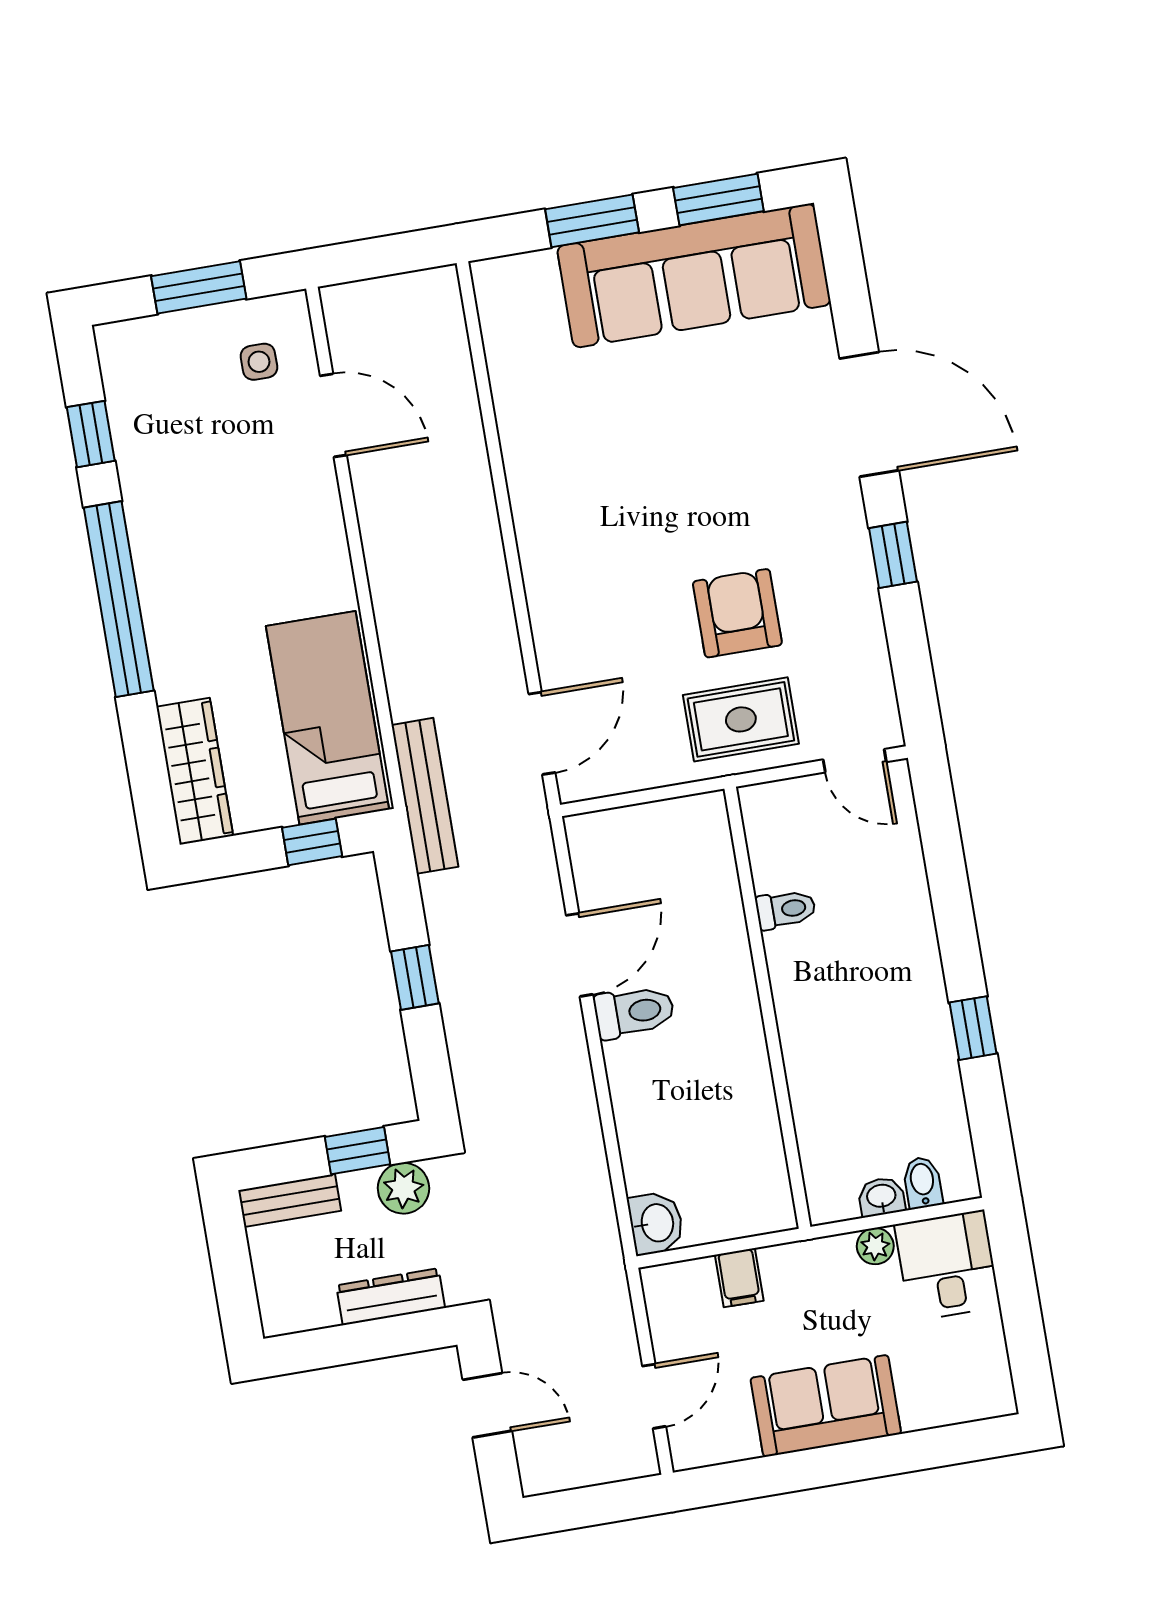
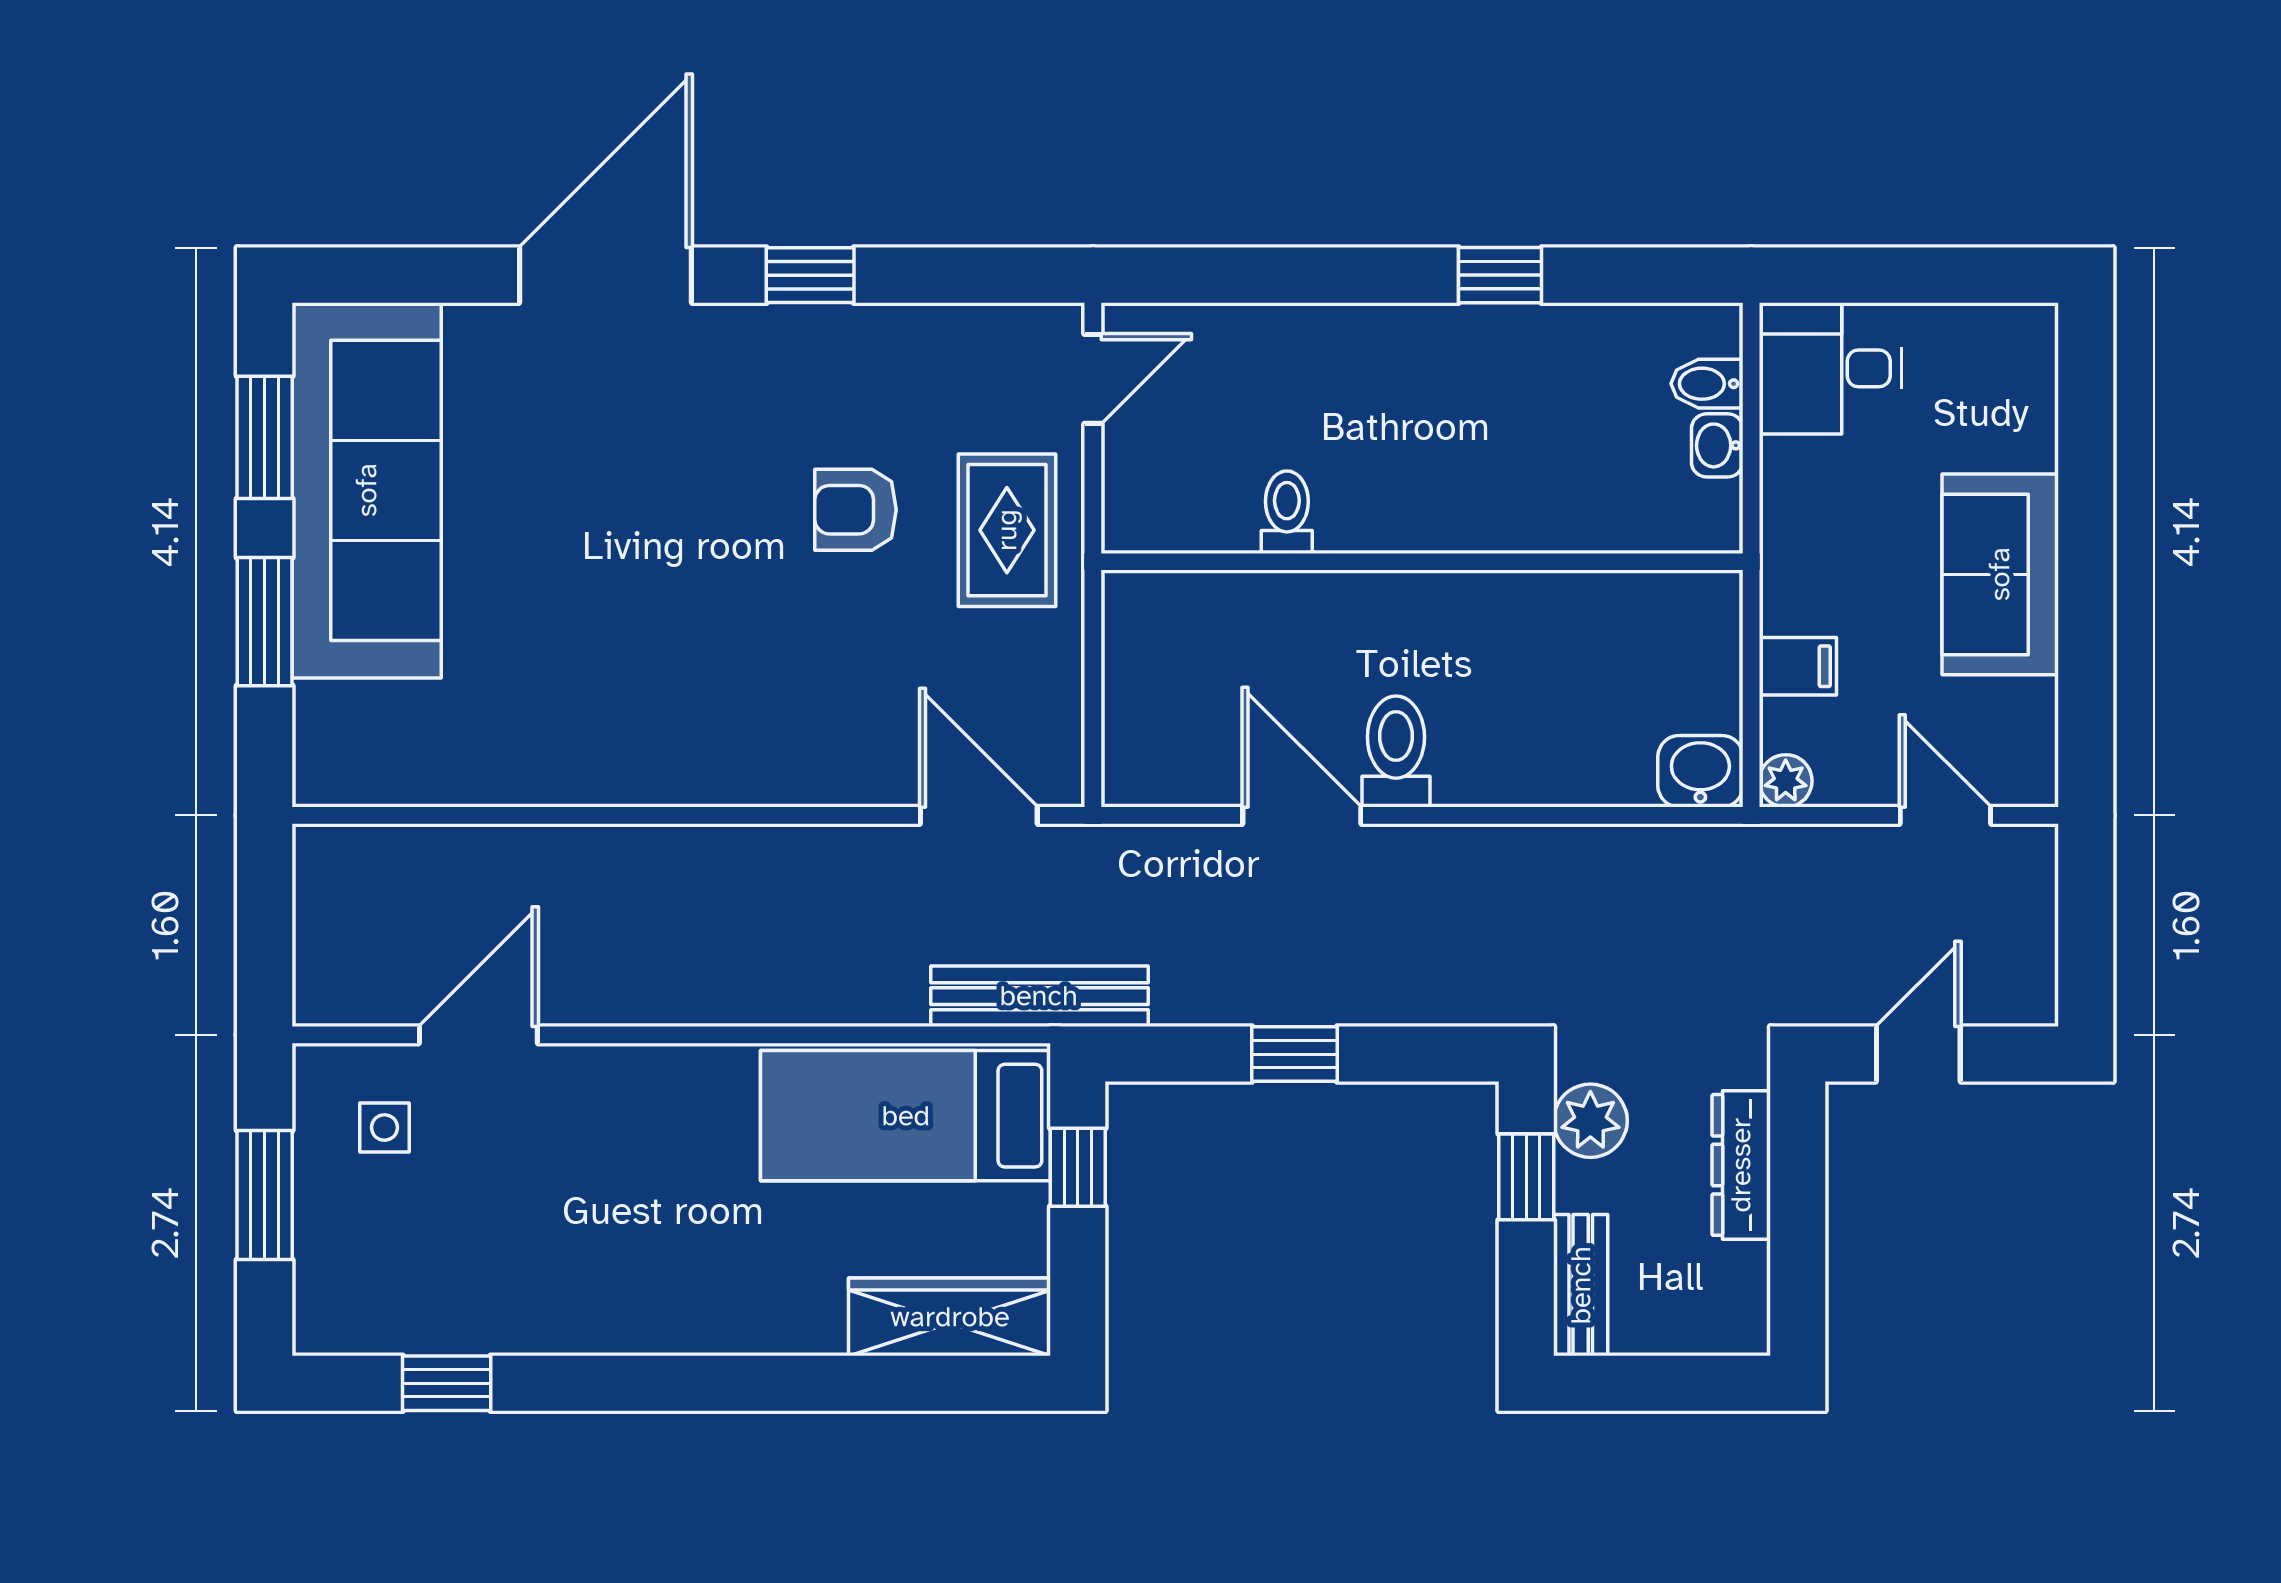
window: (119, 599) -> (687, 1383), removed
armchair: (737, 613) -> (856, 510), width x0.72, depth x0.72
plant: (875, 1246) -> (1786, 781), moved

